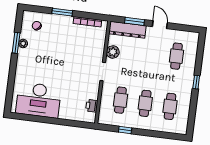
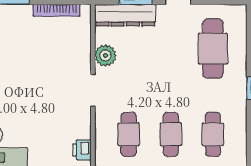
cafe table: (176, 56) -> (213, 49), width x1.37, depth x1.35

